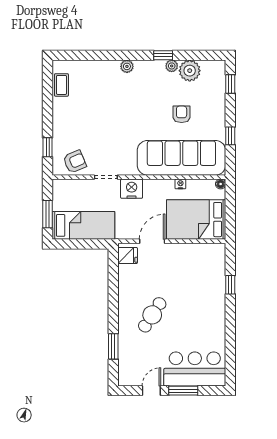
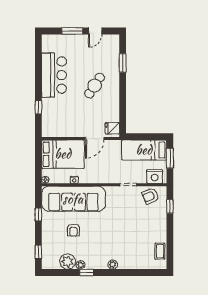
nightstand: (132, 189) -> (155, 176), moved
bar counter: (195, 369) -> (54, 75), moved, turned -90

